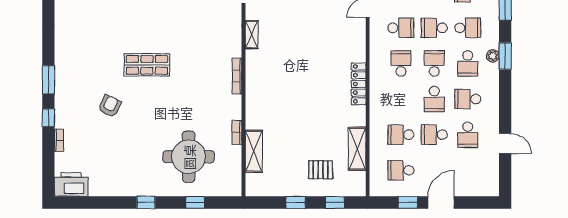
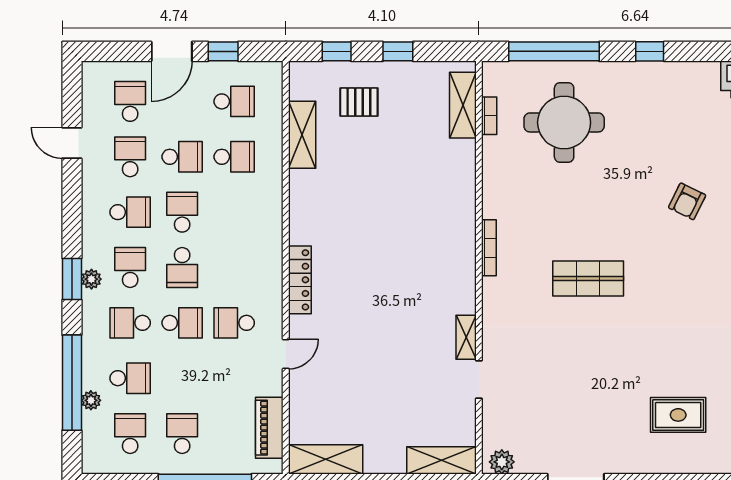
shelving: (252, 35) -> (466, 337), moved
school desk: (401, 63) -> (130, 101), moved, turned 180
shop shelf: (147, 65) -> (588, 279), moved
locker: (359, 84) -> (300, 280), moved
bookcase: (237, 132) -> (489, 116), moved
shelving: (254, 151) -> (463, 105), moved
window: (146, 202) -> (650, 51), moved
window: (195, 202) -> (554, 51), width x3.17

